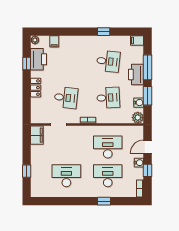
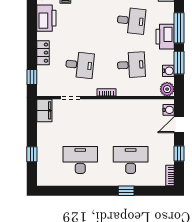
window: (27, 64) -> (32, 77), moved
desk: (108, 147) -> (131, 125), removed
water cooler: (139, 163) -> (169, 110), moved

